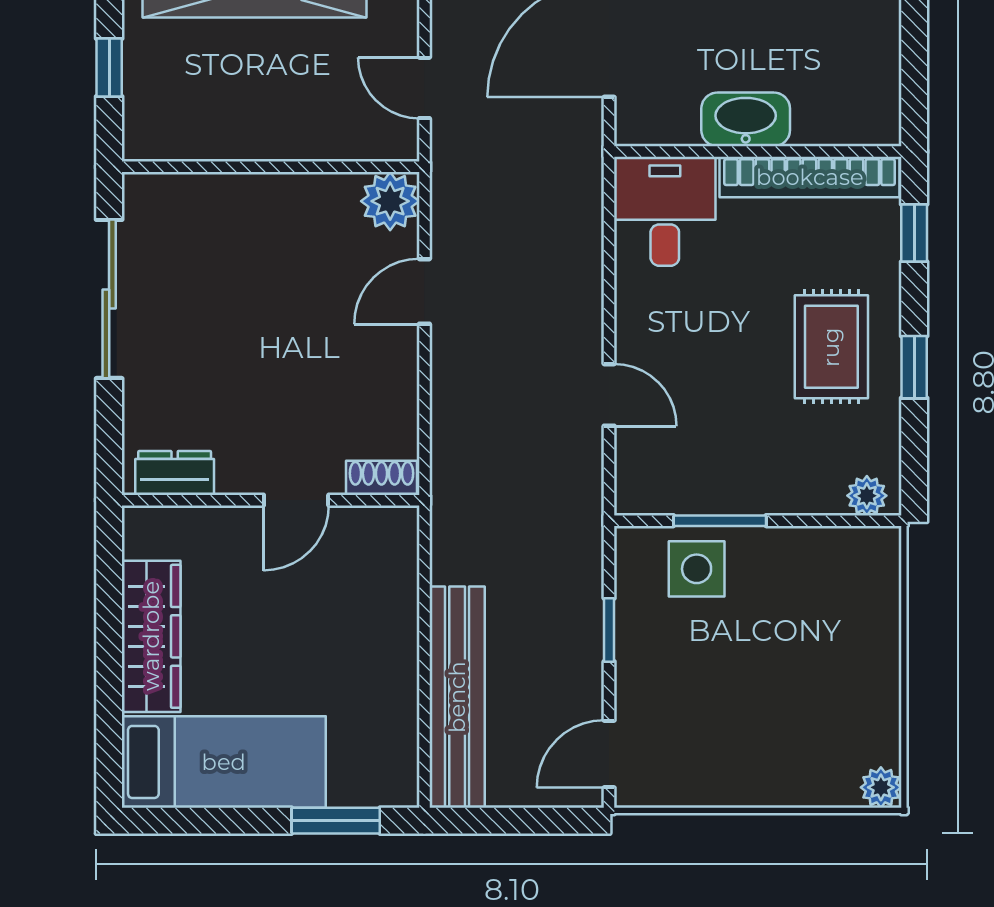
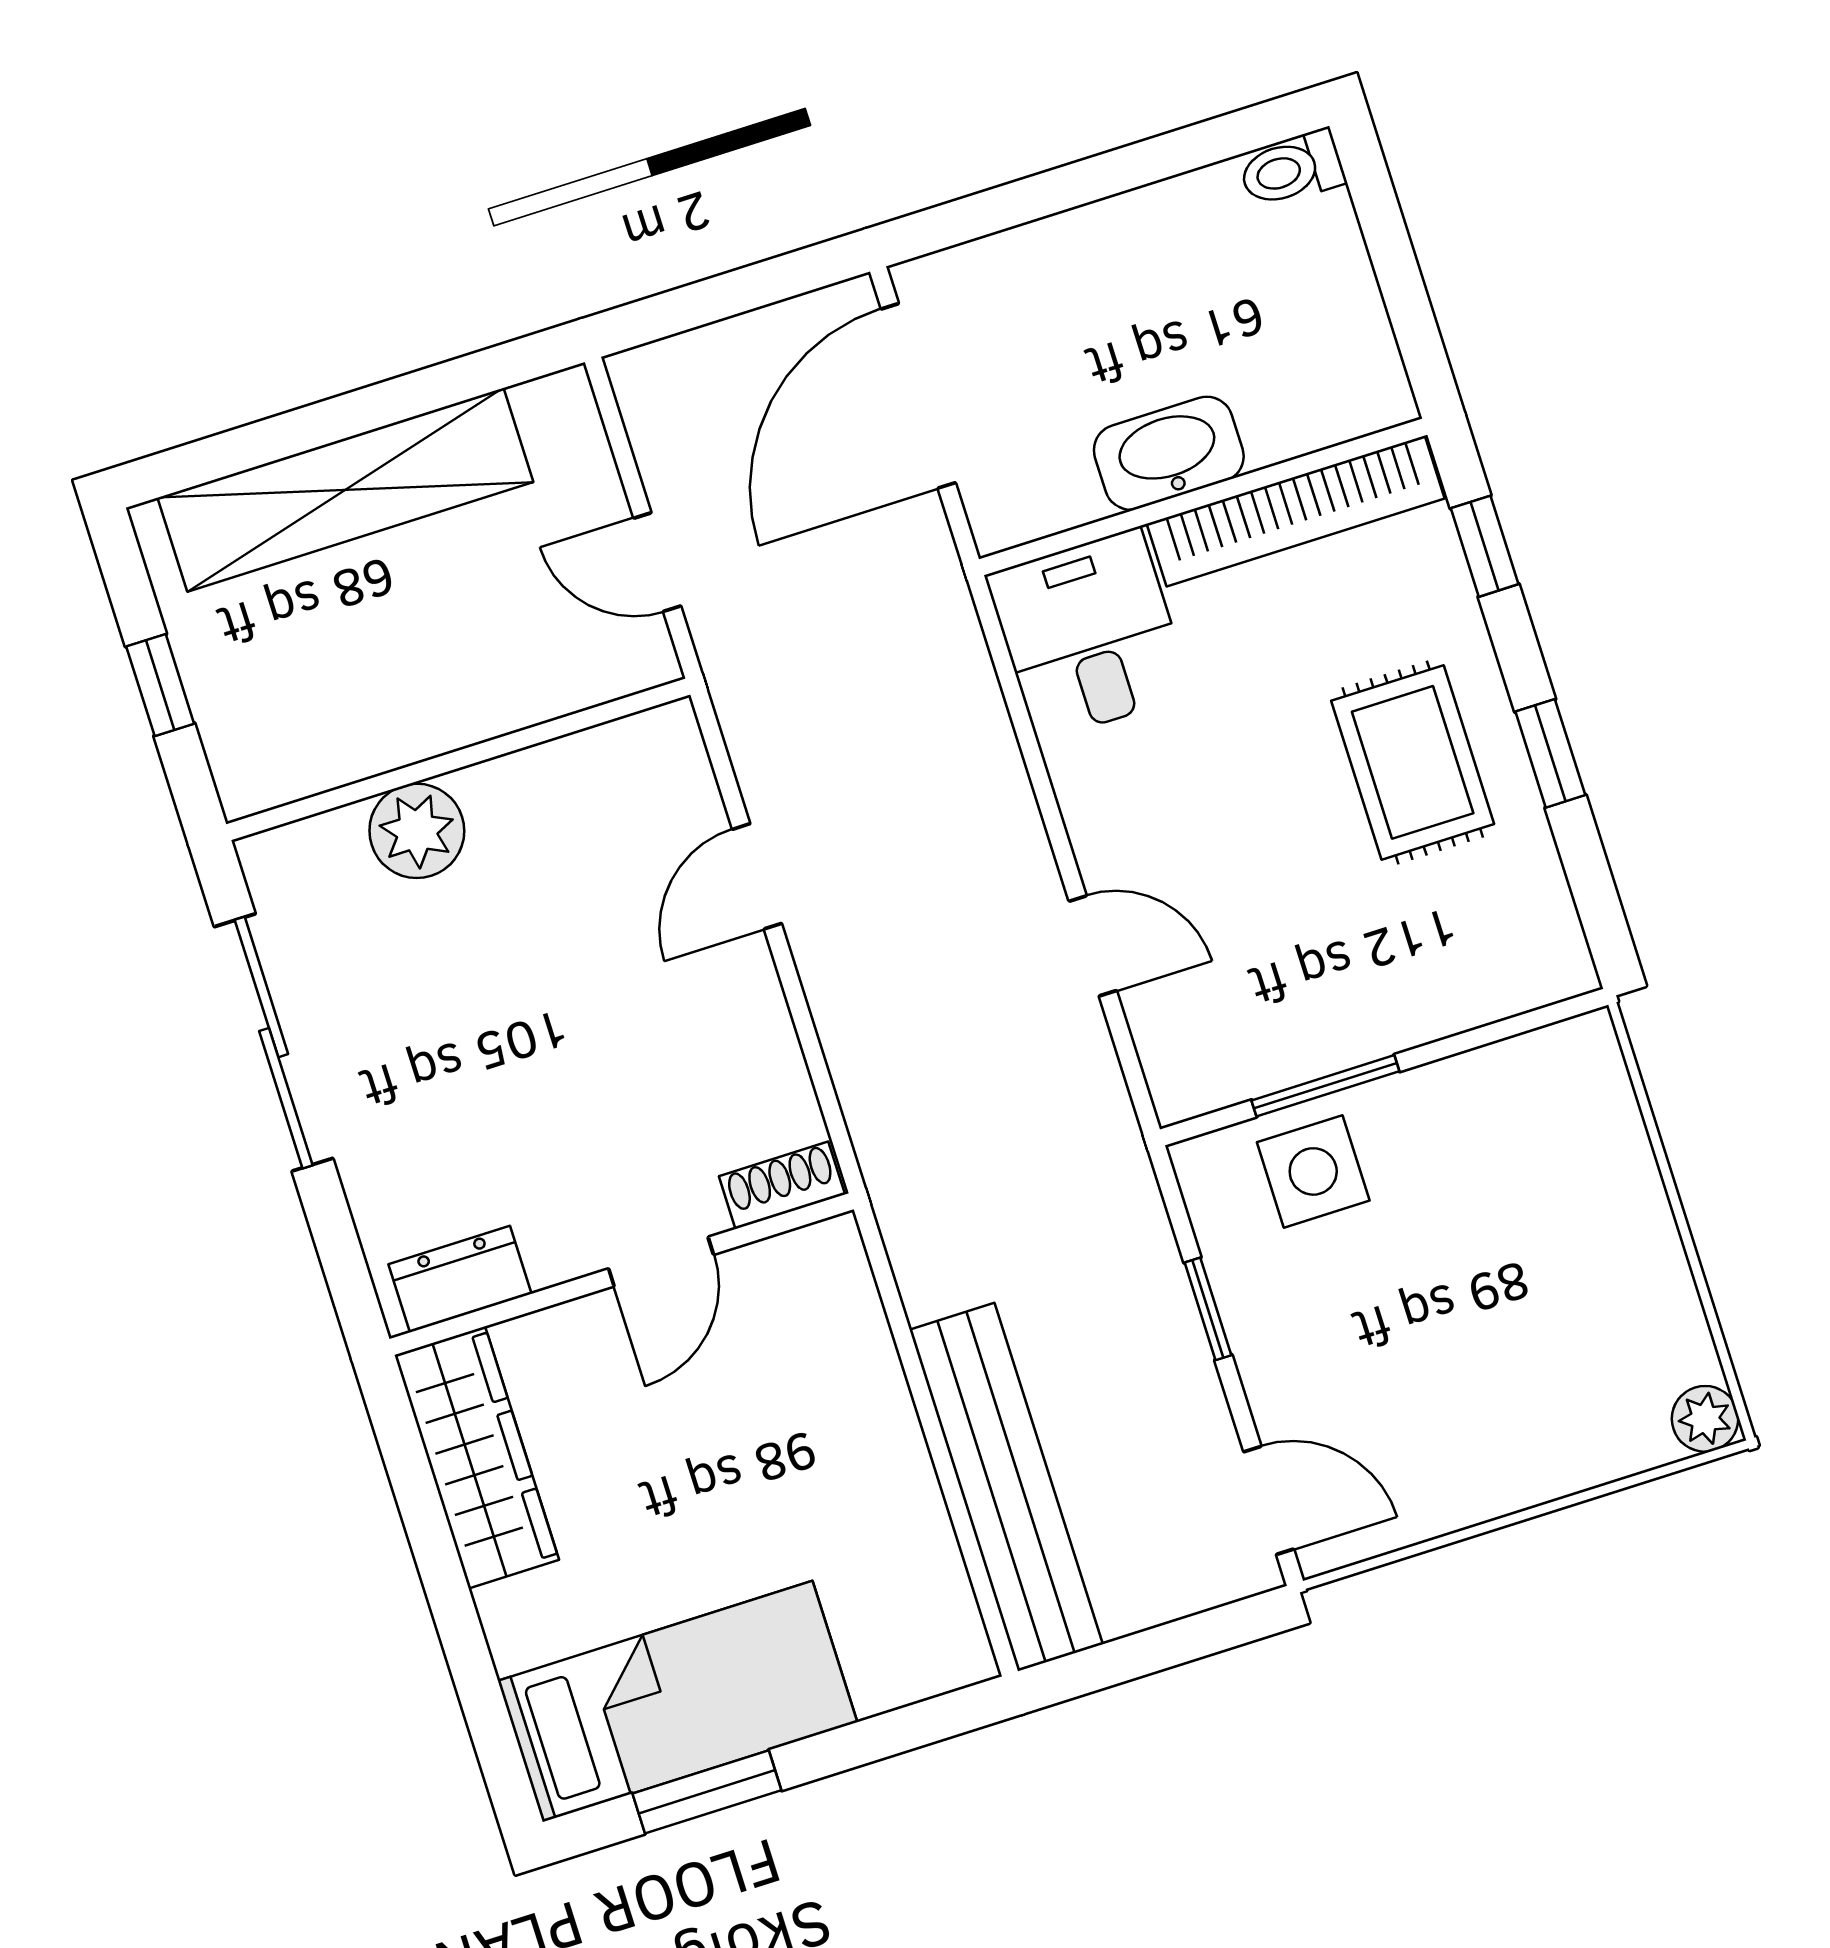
plant: (390, 201) -> (417, 831), moved
plant: (867, 496) -> (1540, 975), removed
wardrobe: (151, 636) -> (477, 1457), moved
door: (609, 754) -> (1269, 1500), swing flipped
window: (336, 821) -> (707, 1792), moved

